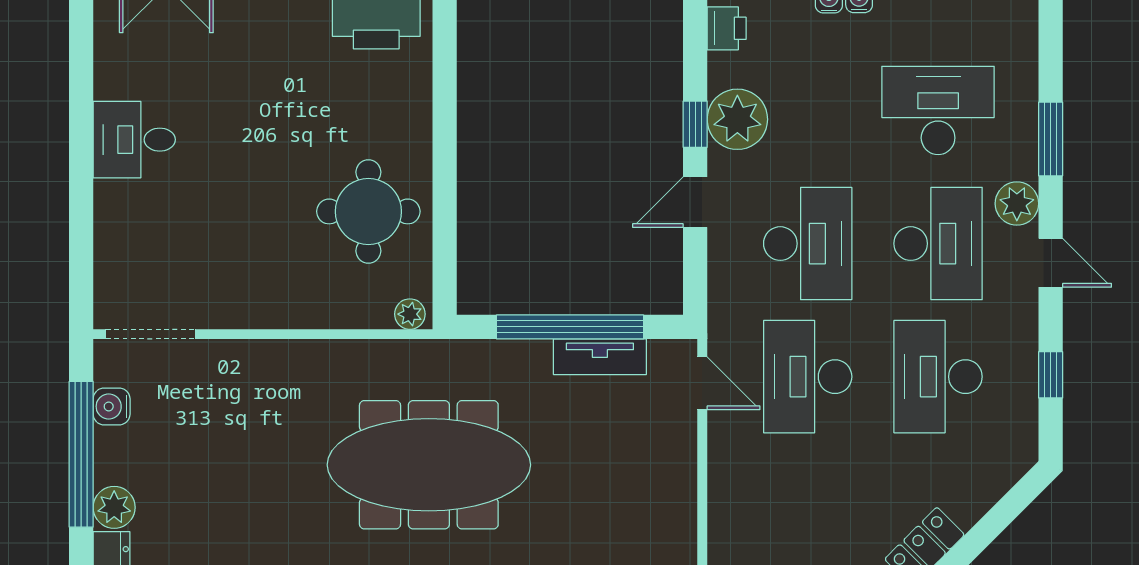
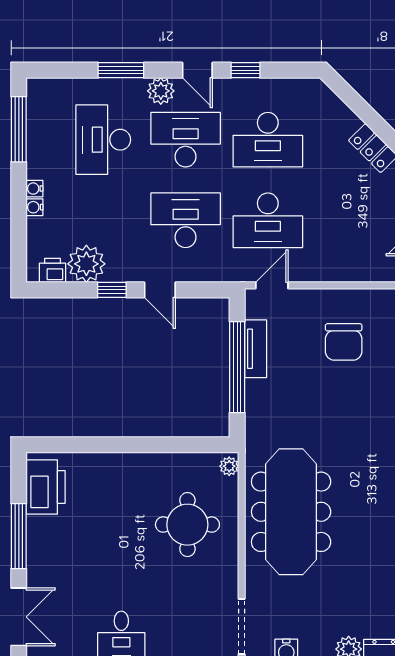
plant: (737, 119) -> (86, 264), moved
round table: (368, 211) -> (187, 525), moved
door: (1051, 263) -> (197, 70), swing flipped
window: (1051, 375) -> (245, 70), moved
meeting table: (429, 465) -> (291, 512), moved
chair: (611, 499) -> (344, 342), added

